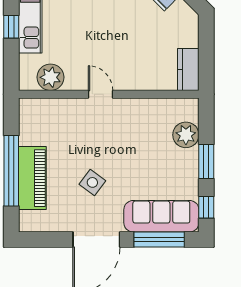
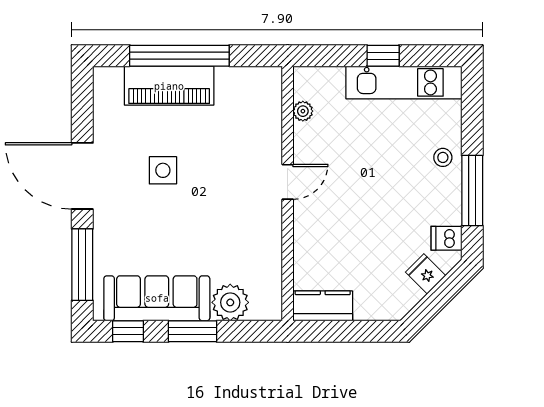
plant: (51, 77) -> (303, 111), width x0.53, depth x0.53
side table: (92, 182) -> (163, 170), turned -37
sofa: (161, 216) -> (157, 298), moved, turned -90

